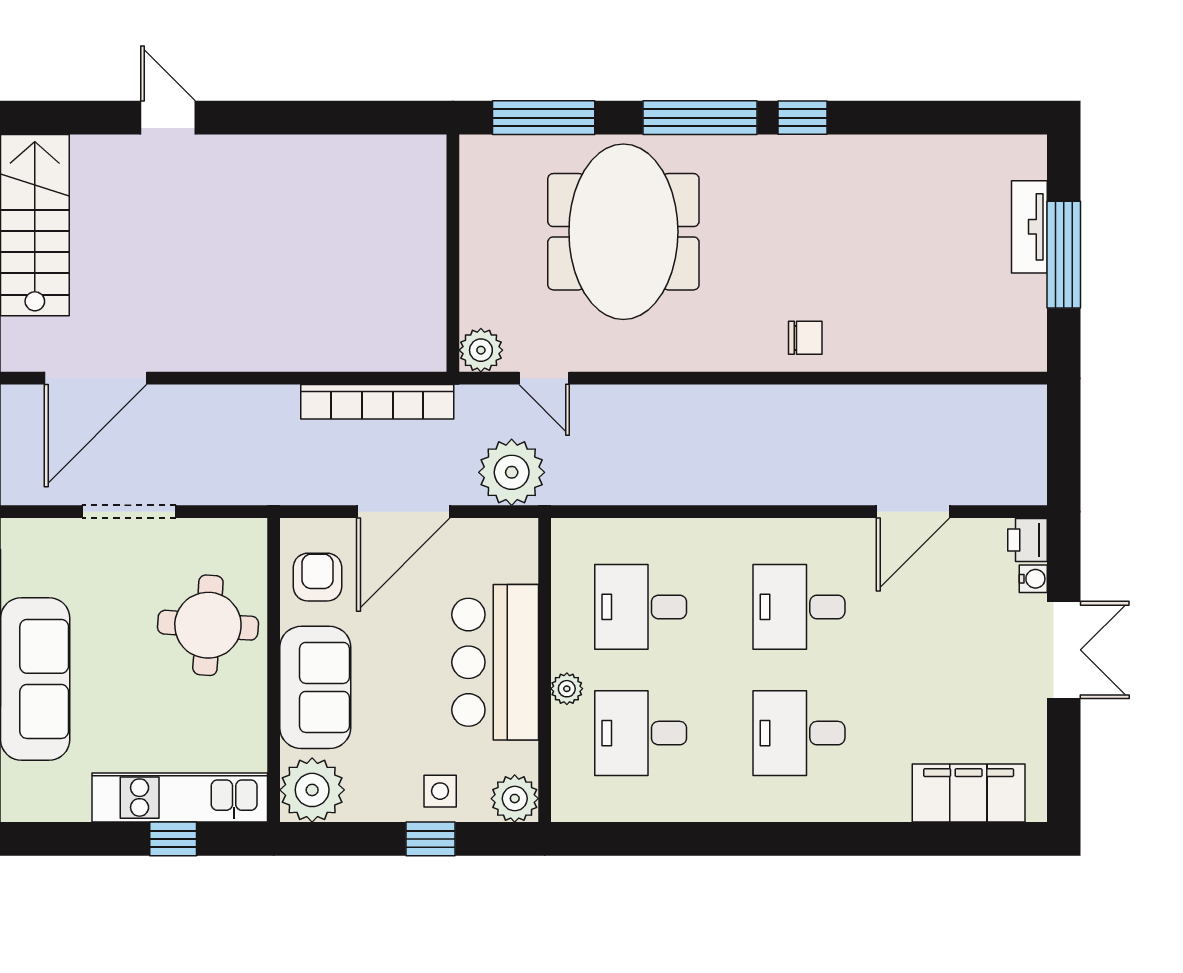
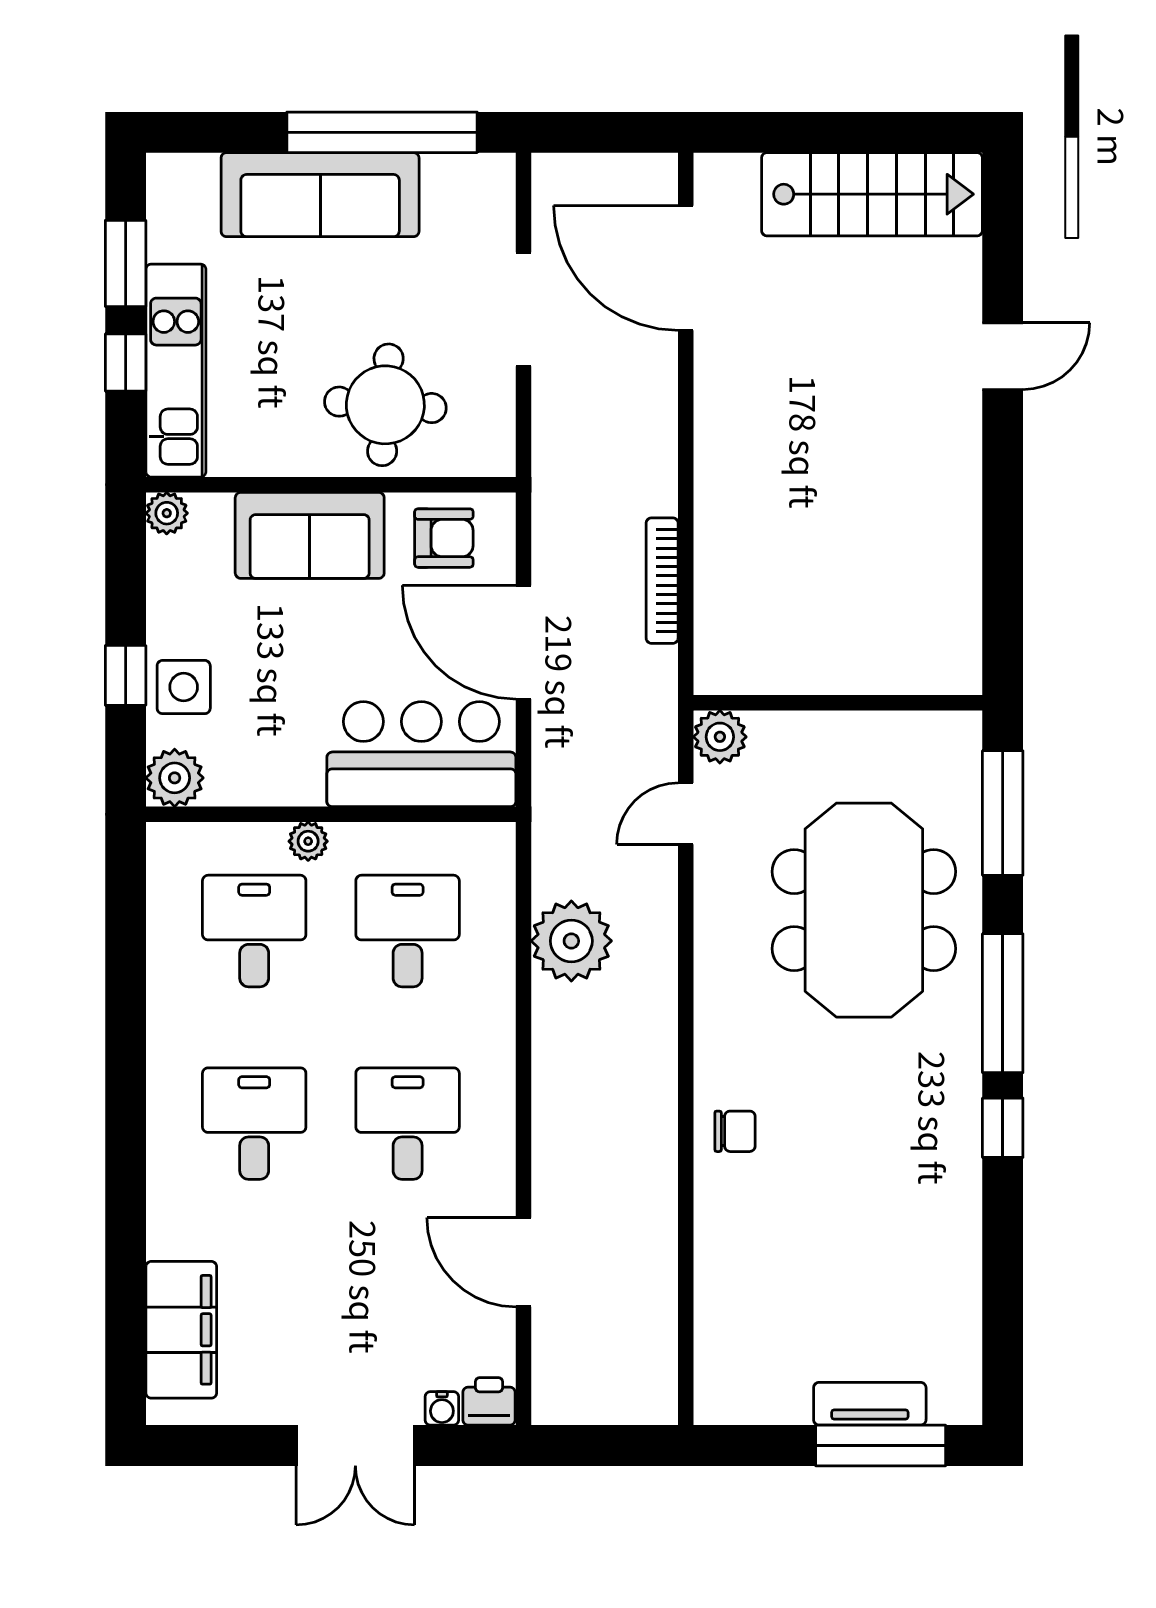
meeting table: (623, 232) -> (864, 910), turned 90
window: (1064, 255) -> (881, 1445), moved
chair: (805, 338) -> (735, 1131), turned -90
bookcase: (377, 402) -> (662, 581), width x0.68, depth x0.76
plant: (512, 472) -> (571, 941), moved
bar counter: (495, 662) -> (421, 754), moved
plant: (312, 790) -> (167, 513), width x0.53, depth x0.53
side table: (440, 791) -> (184, 687), width x1.37, depth x1.37
window: (92, 839) -> (126, 263), added

